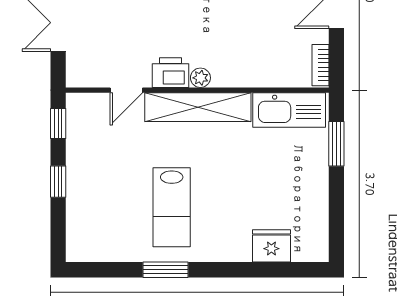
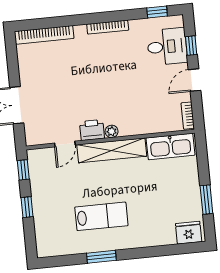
window: (336, 144) -> (206, 200), moved
lab bench: (172, 207) -> (101, 216), turned -90
fridge: (271, 246) -> (189, 233), moved

